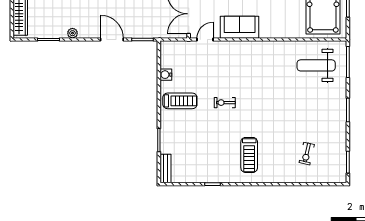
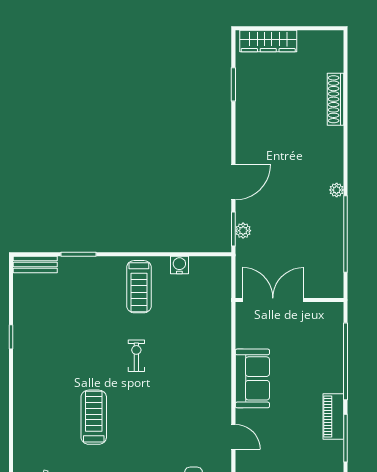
plant: (72, 33) -> (243, 231), moved
door: (205, 40) -> (233, 437), moved
treadmill: (249, 155) -> (94, 417), moved, turned 90

